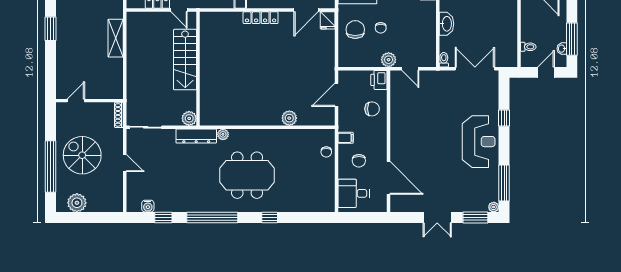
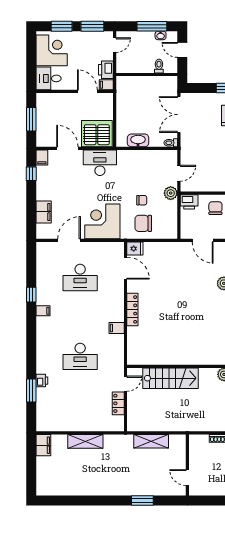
door: (76, 101) -> (187, 478), moved
wall: (90, 101) -> (187, 465), moved

